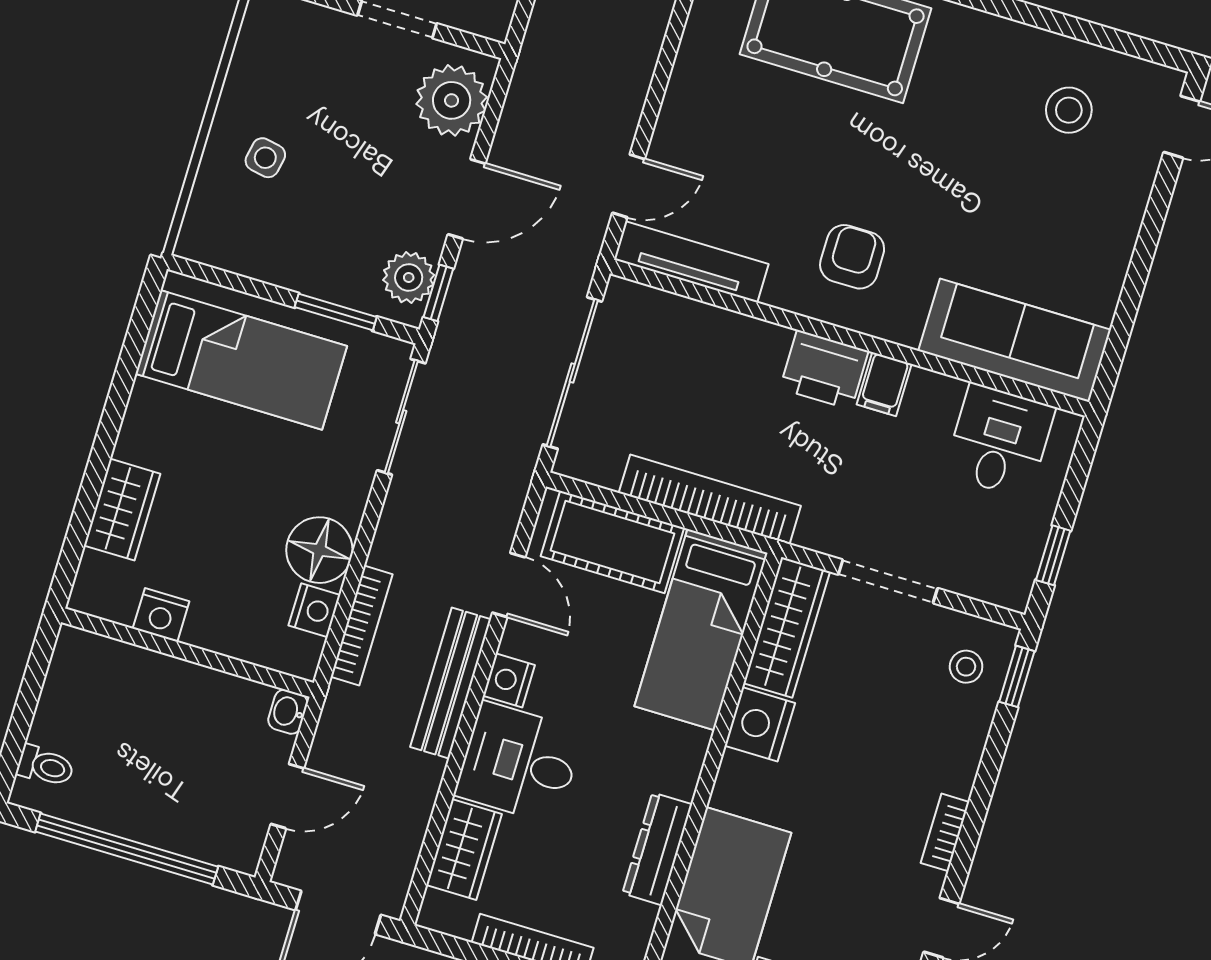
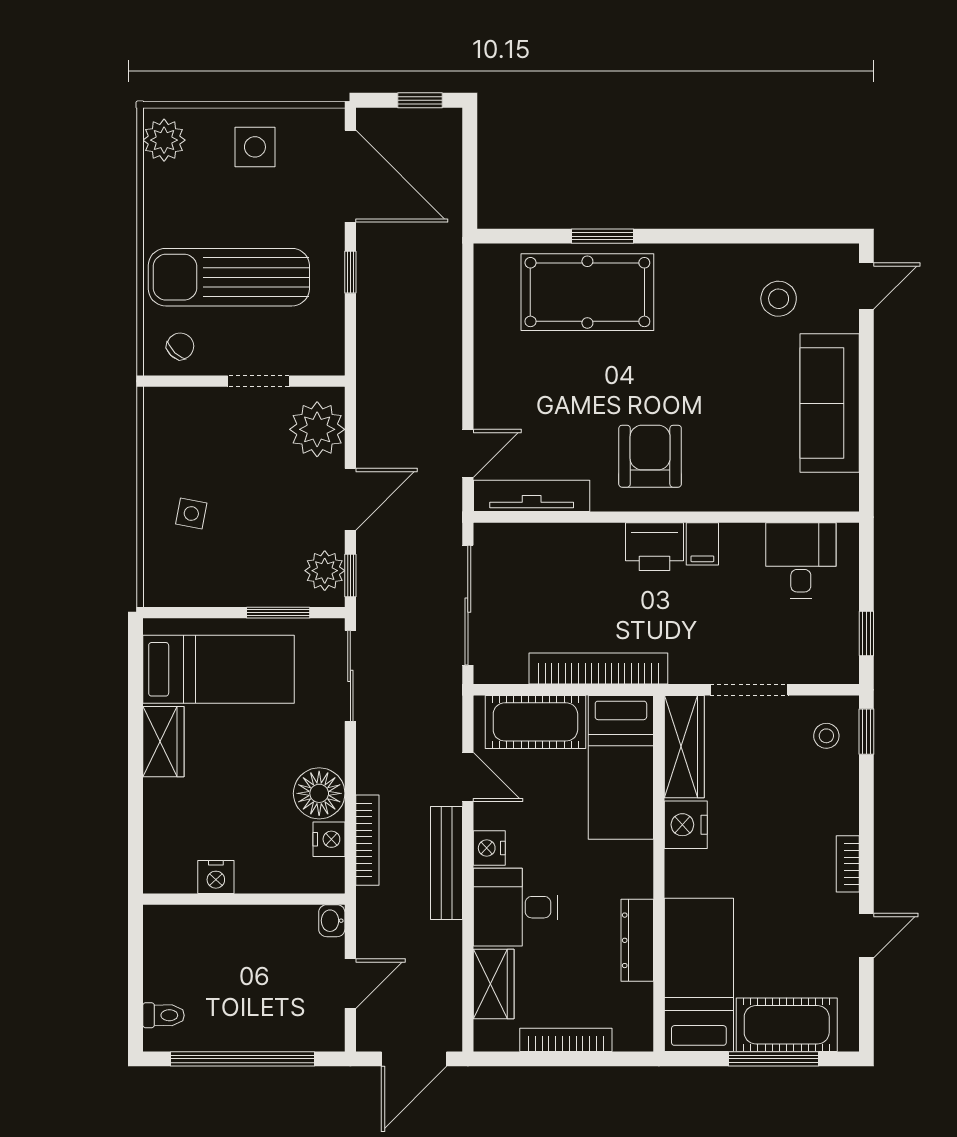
armchair: (852, 257) -> (650, 456), width x1.38, depth x1.38
sofa: (1015, 340) -> (830, 403), moved, turned -90
wardrobe: (122, 510) -> (163, 742), moved

